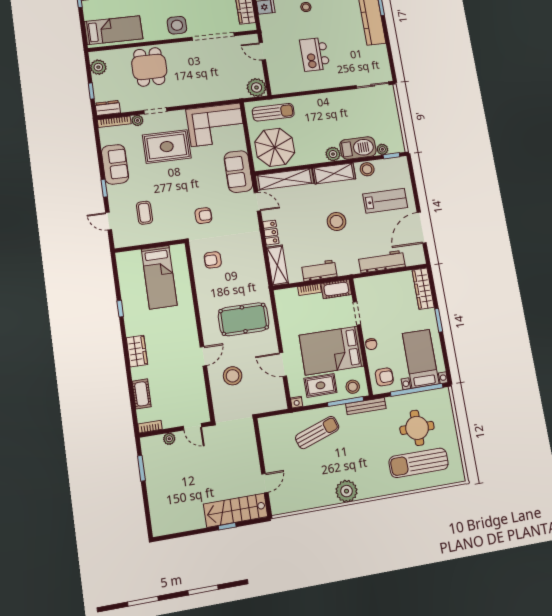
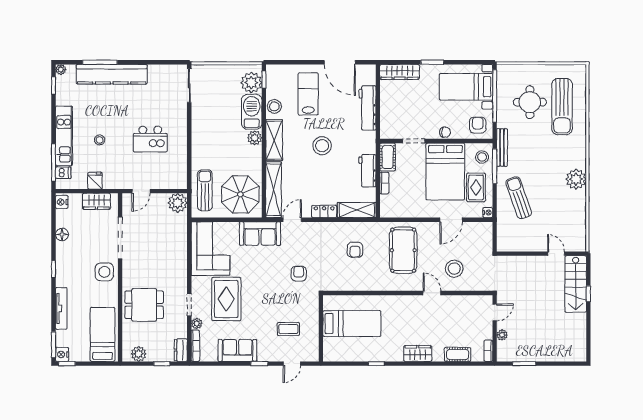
plant: (382, 149) -> (251, 83), width x1.88, depth x1.88
armchair: (213, 260) -> (355, 250), moved

